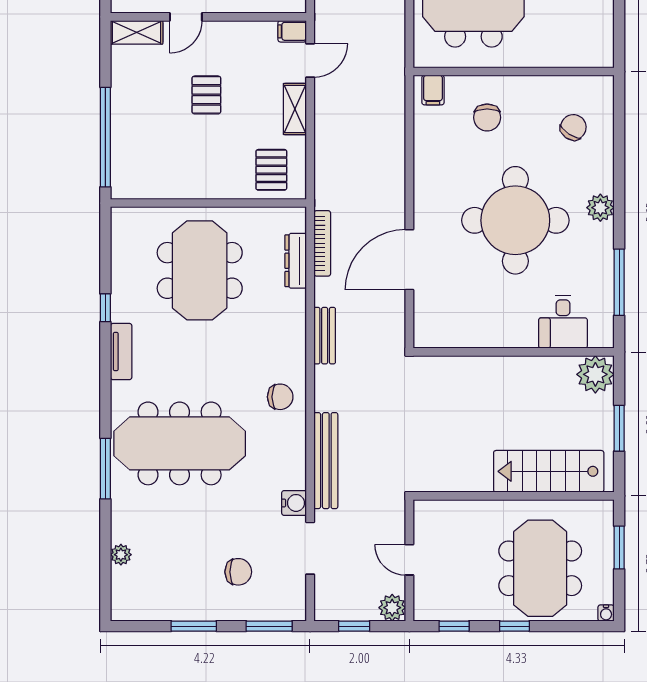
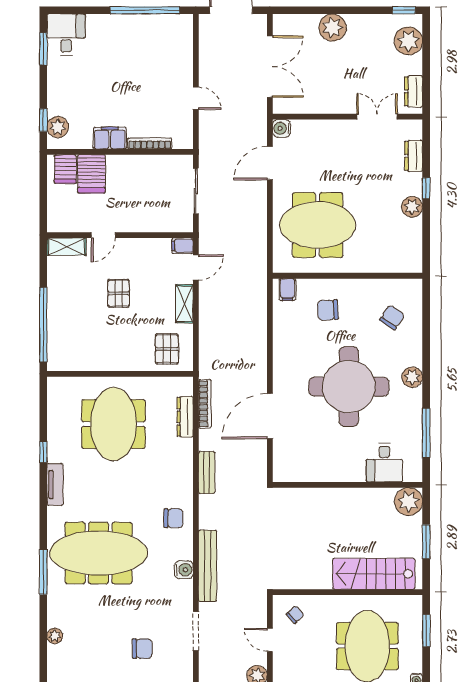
chair: (487, 117) -> (328, 310), turned 87
water cooler: (294, 503) -> (184, 570), moved
chair: (443, 526) -> (295, 614), added

